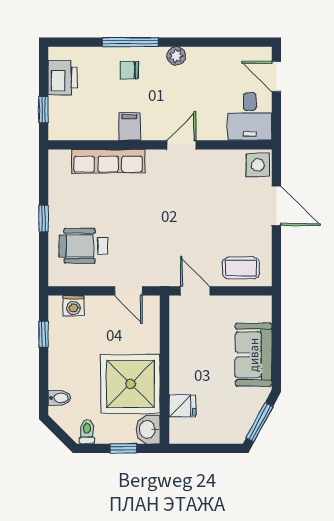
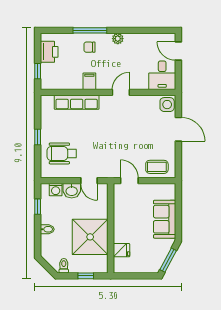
bidet: (59, 398) -> (47, 229), moved
washbasin: (148, 430) -> (72, 191), moved, turned -90

